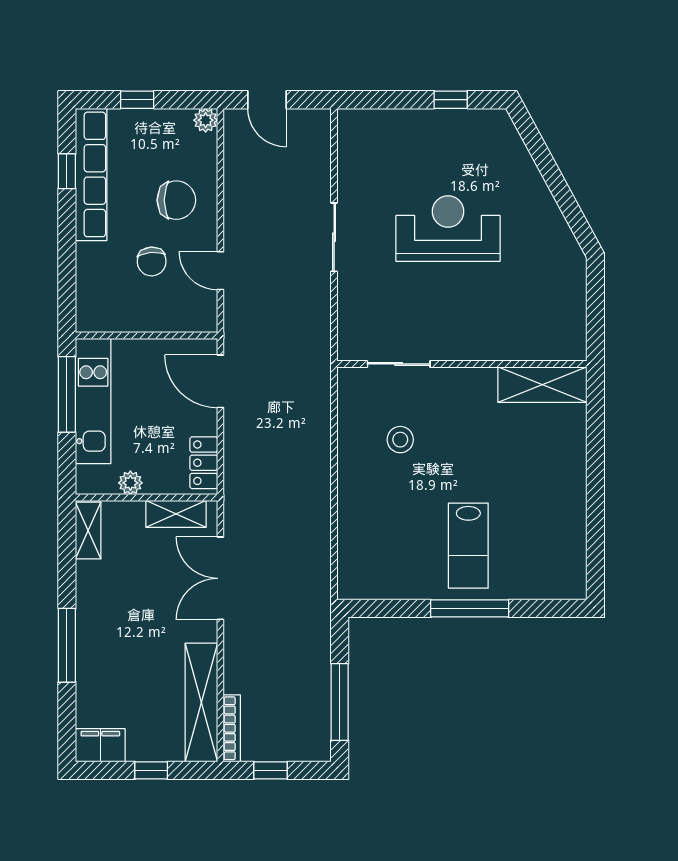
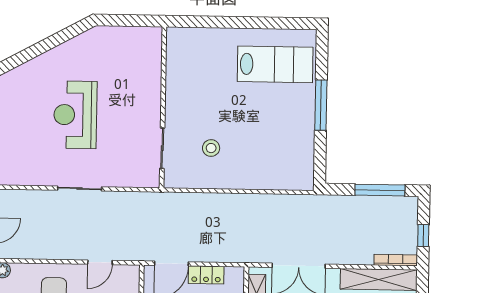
shelving: (542, 385) -> (177, 56), removed
locker: (204, 463) -> (206, 275), moved
lab bench: (468, 546) -> (275, 64), moved, width x1.36, depth x1.39

